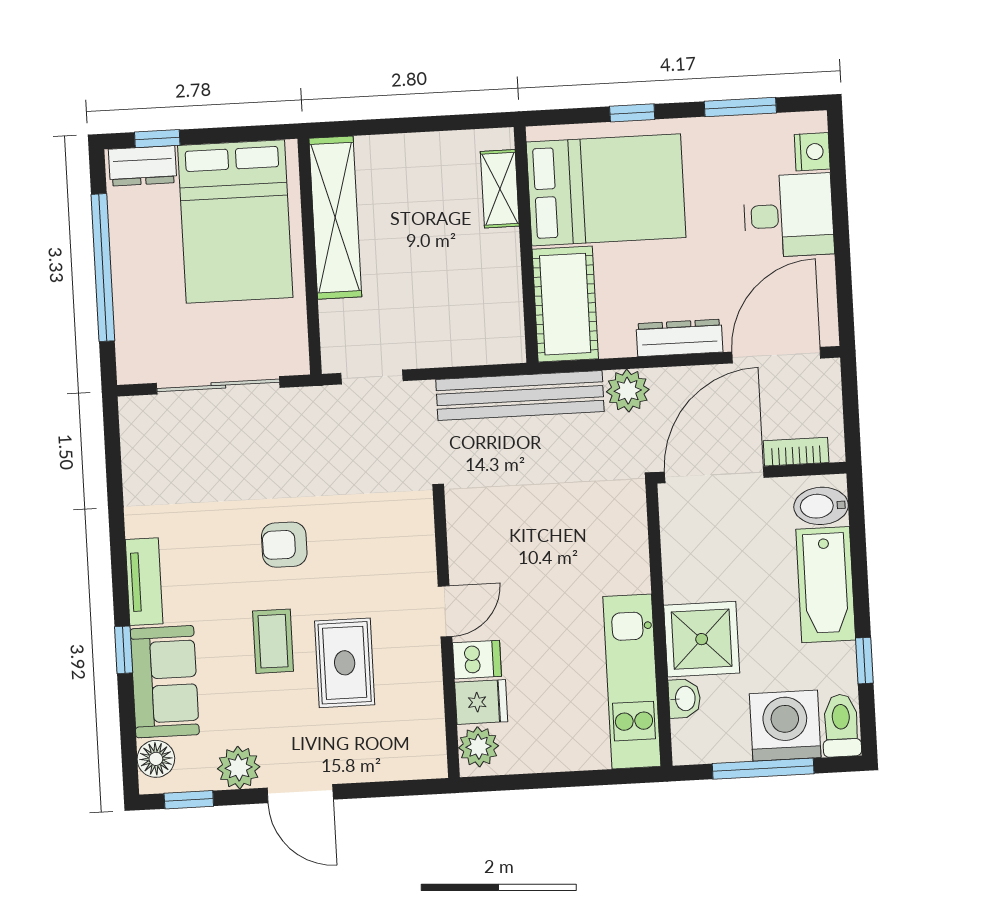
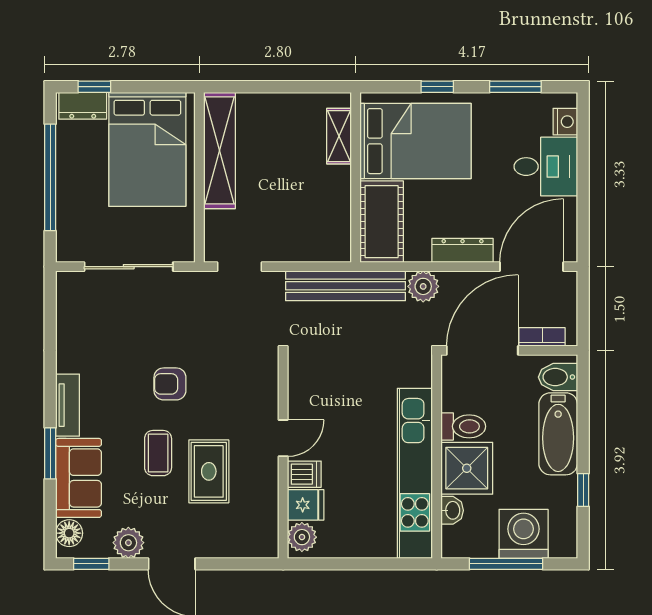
window: (124, 650) -> (50, 453), width x1.50
kitchen unit: (632, 681) -> (415, 473), width x1.36
toilet: (841, 725) -> (463, 426), moved, turned 90

